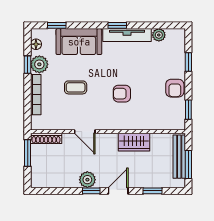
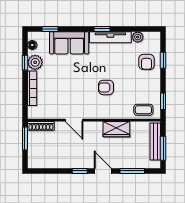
coffee table: (76, 87) -> (143, 110), moved
armchair: (175, 88) -> (146, 62), moved
plant: (87, 180) -> (76, 161), removed
door: (118, 191) -> (103, 171), hinge flipped
window: (153, 191) -> (132, 171), width x1.50

